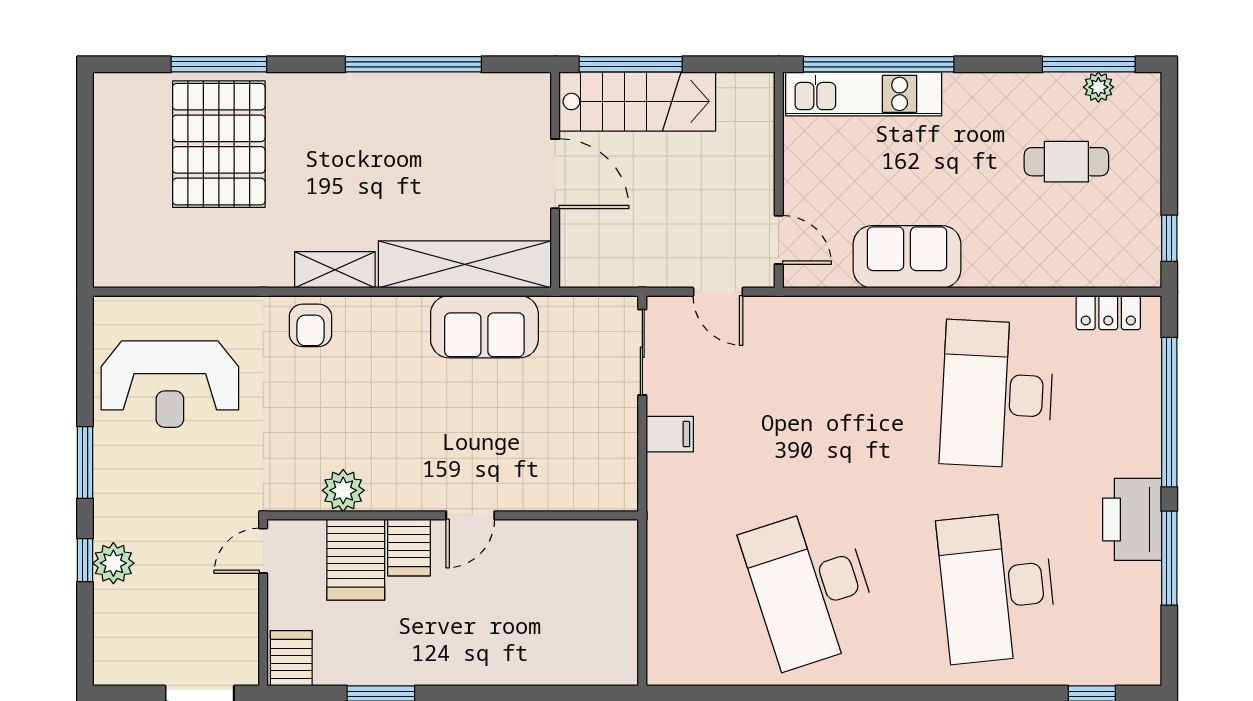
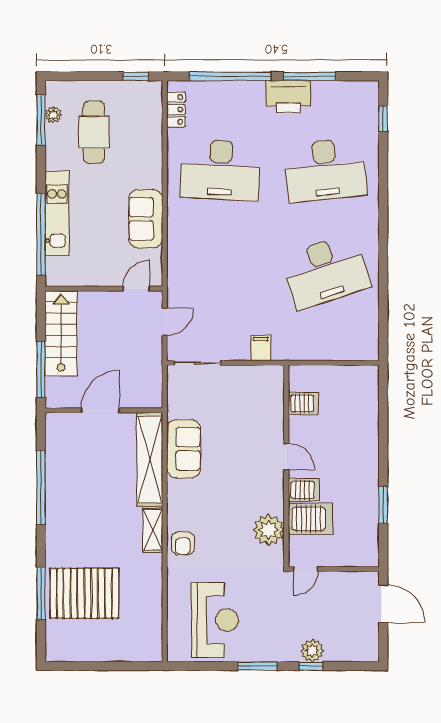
kitchen unit: (864, 94) -> (57, 213), moved
stairs: (637, 101) -> (61, 333), moved
cafe table: (1066, 162) -> (94, 132), width x1.37, depth x1.35
armchair: (310, 325) -> (183, 543), turned 90
filing cabinet: (670, 434) -> (261, 348), moved
plant: (343, 490) -> (269, 530), width x1.36, depth x1.36
door: (263, 551) -> (306, 569), hinge flipped
server rack: (291, 658) -> (303, 403), moved, turned 180

